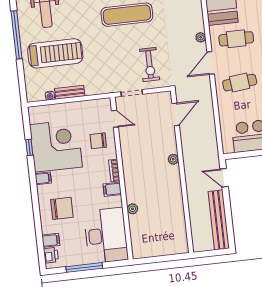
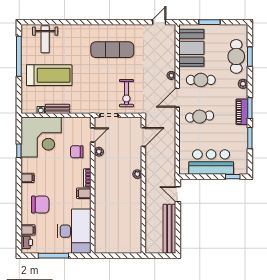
door: (115, 119) -> (93, 135), hinge flipped
corner desk: (56, 146) -> (41, 137), moved, turned 90
plant: (133, 209) -> (99, 152), moved

